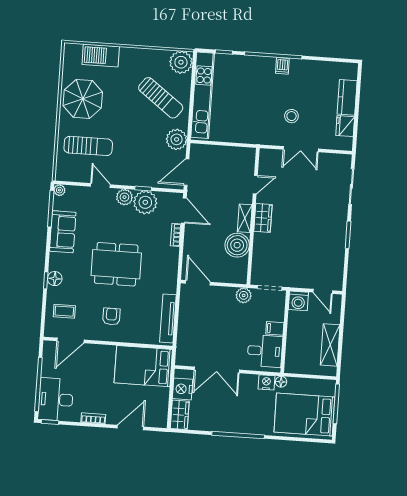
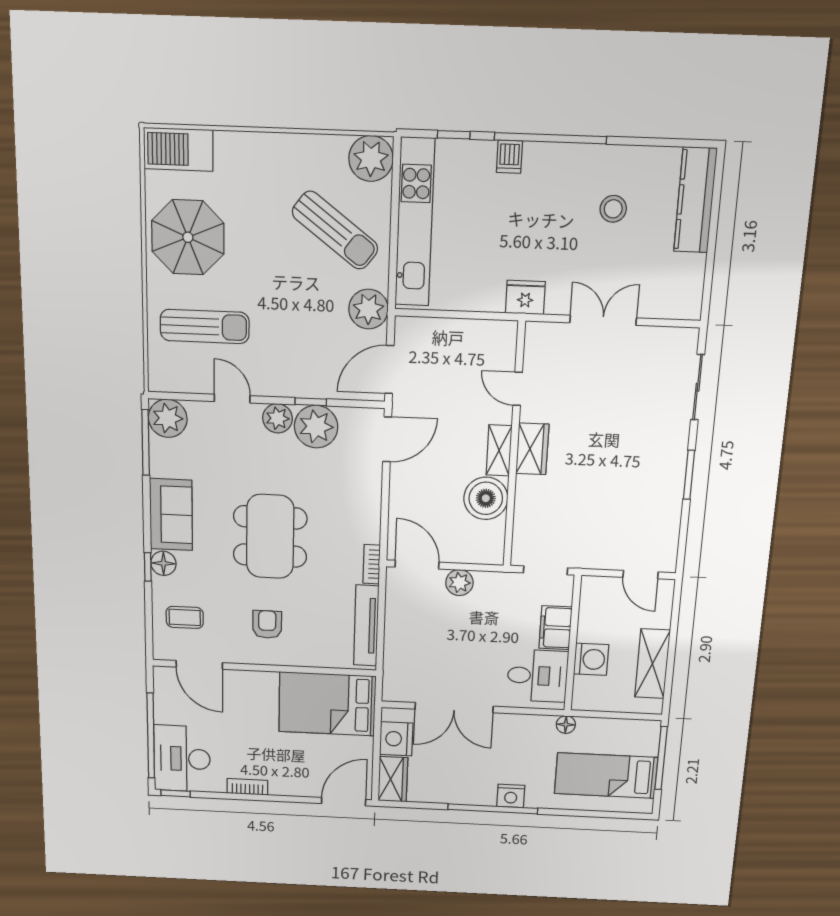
barbecue: (101, 56) -> (178, 149), moved
dishwasher: (282, 66) -> (509, 157), moved
kitchen counter: (347, 97) -> (695, 200), width x1.50
stool: (291, 116) -> (613, 209), moved
fridge: (345, 126) -> (525, 297), moved, turned 90
double door: (301, 149) -> (603, 320), swing flipped
door: (255, 185) -> (518, 389), swing flipped
plant: (59, 190) -> (168, 418), width x1.87, depth x1.87
door: (184, 210) -> (387, 439), hinge flipped
sofa: (63, 232) -> (171, 515), moved
bookcase: (176, 235) -> (372, 564), moved
dining table: (116, 264) -> (270, 536), turned 90
plant: (244, 295) -> (459, 583), moved
washing machine: (298, 301) -> (591, 659), moved, turned -90
filing cabinet: (275, 328) -> (556, 628), width x2.00
door: (71, 340) -> (199, 665), hinge flipped
nightstand: (266, 382) -> (511, 796), moved, turned 180
bed: (304, 415) -> (606, 776), width x0.67
door: (130, 428) -> (344, 802), moved

